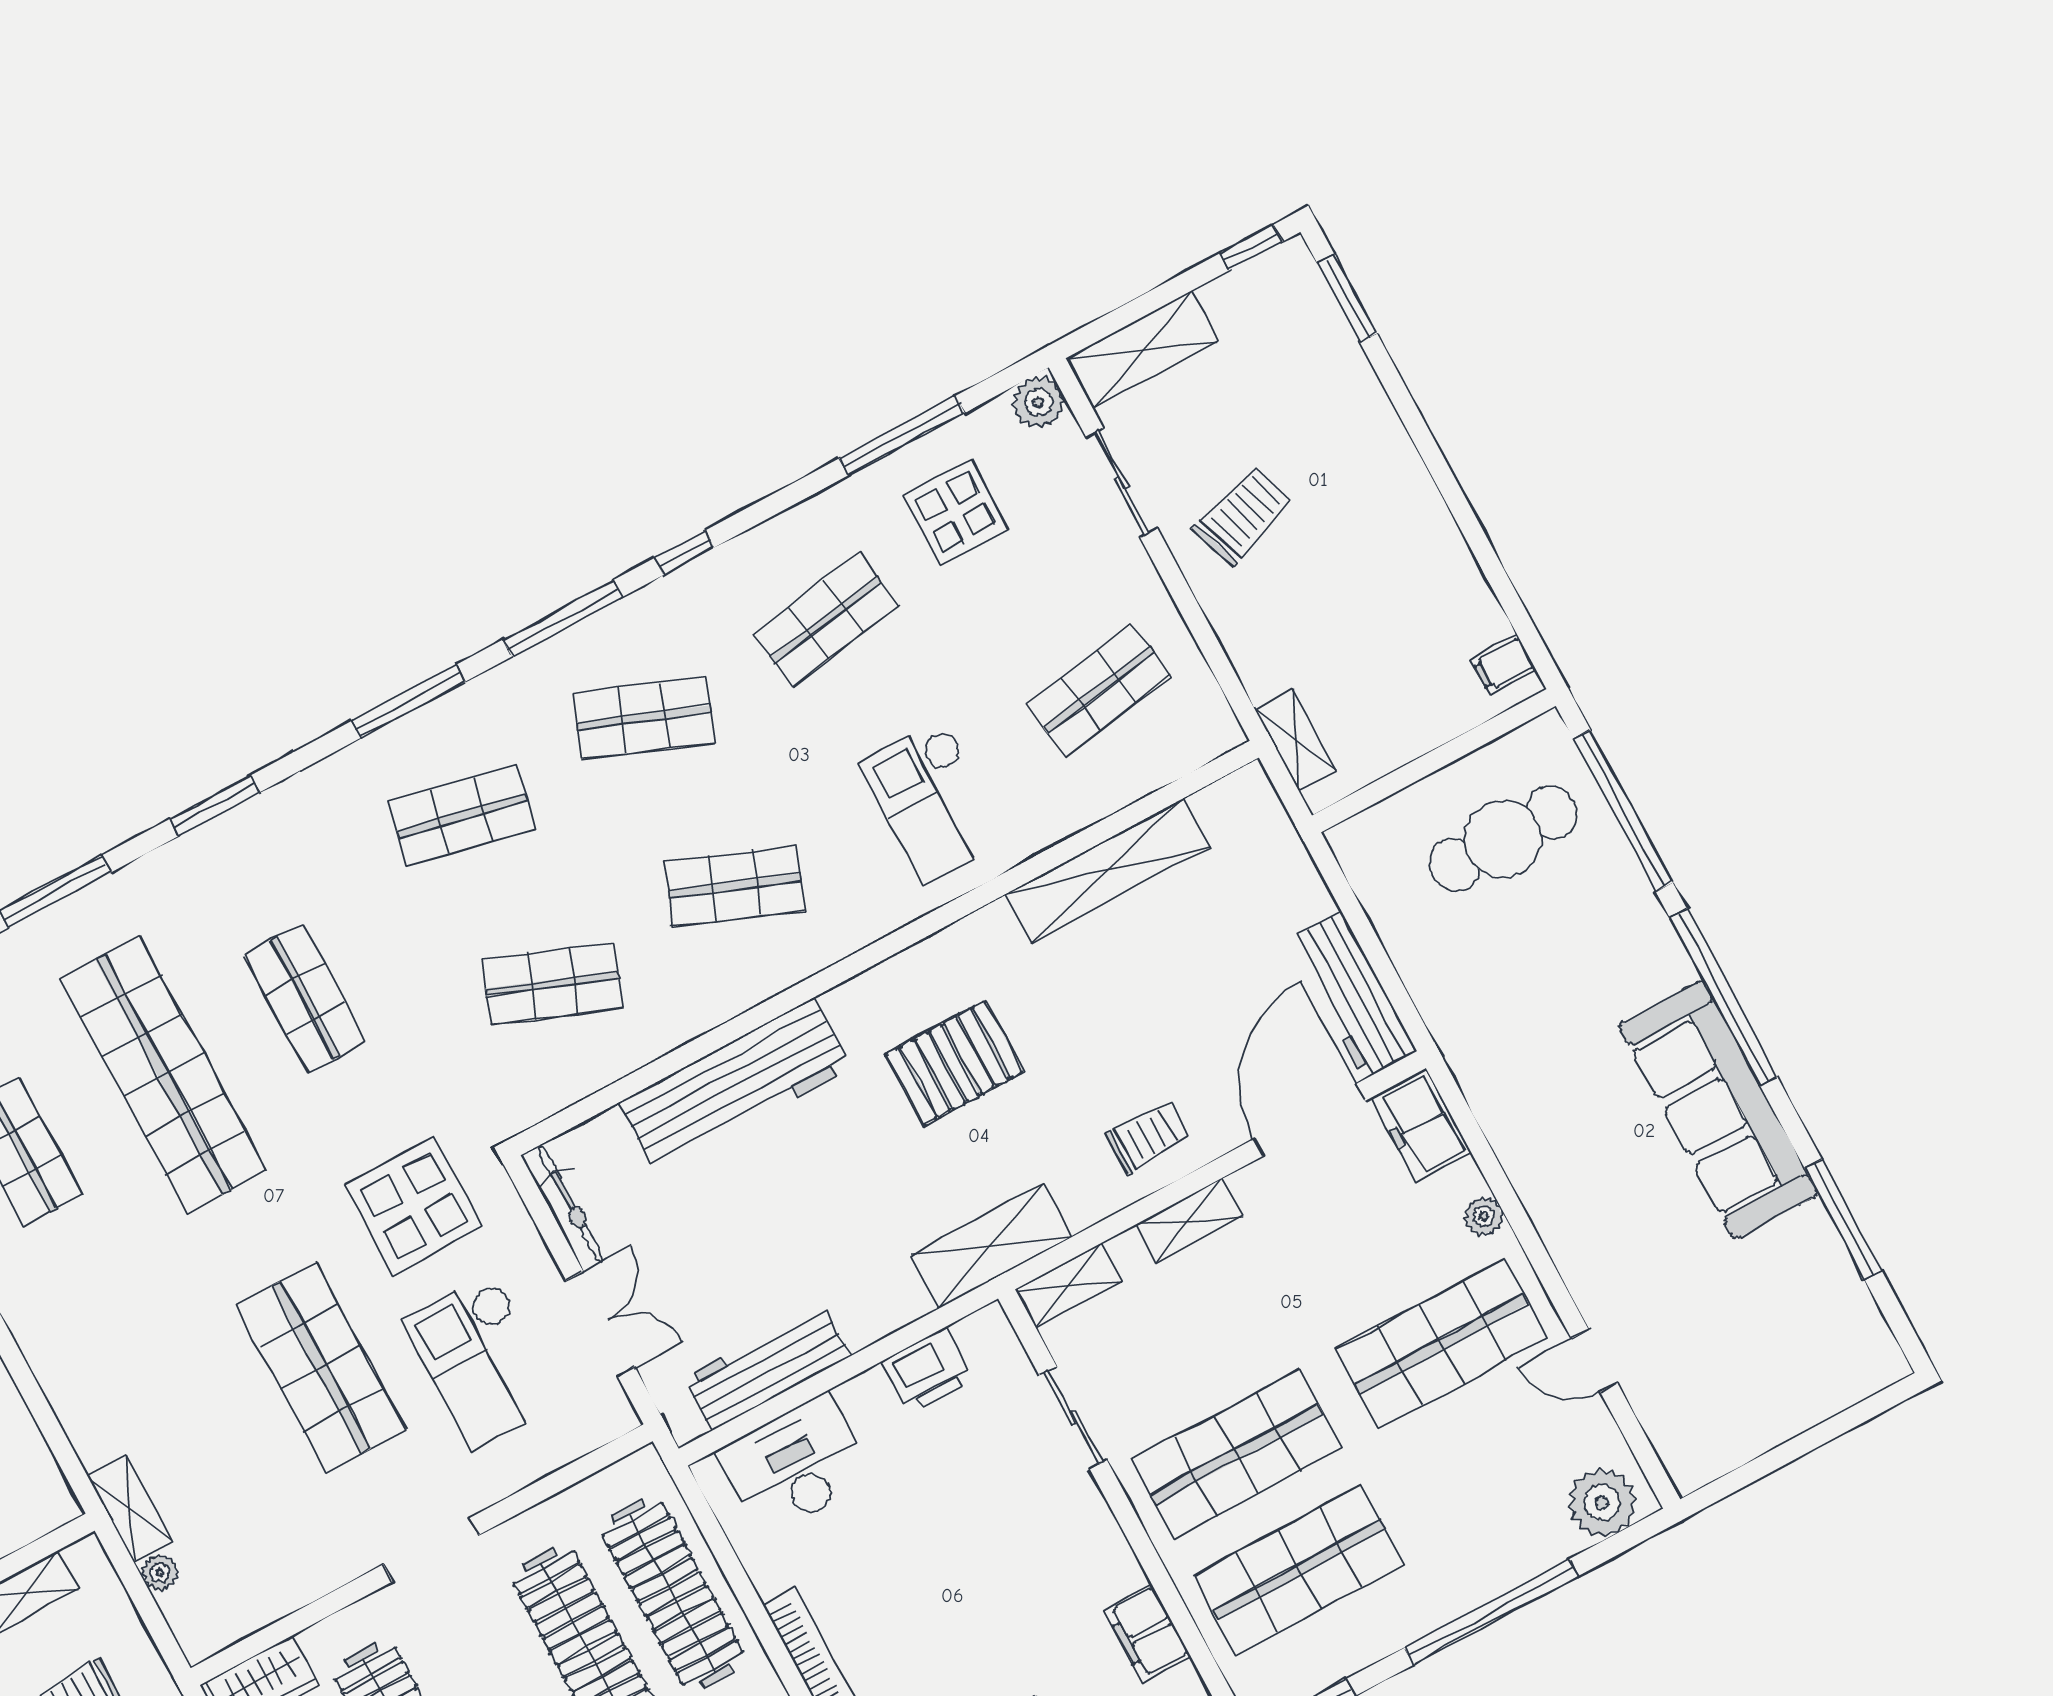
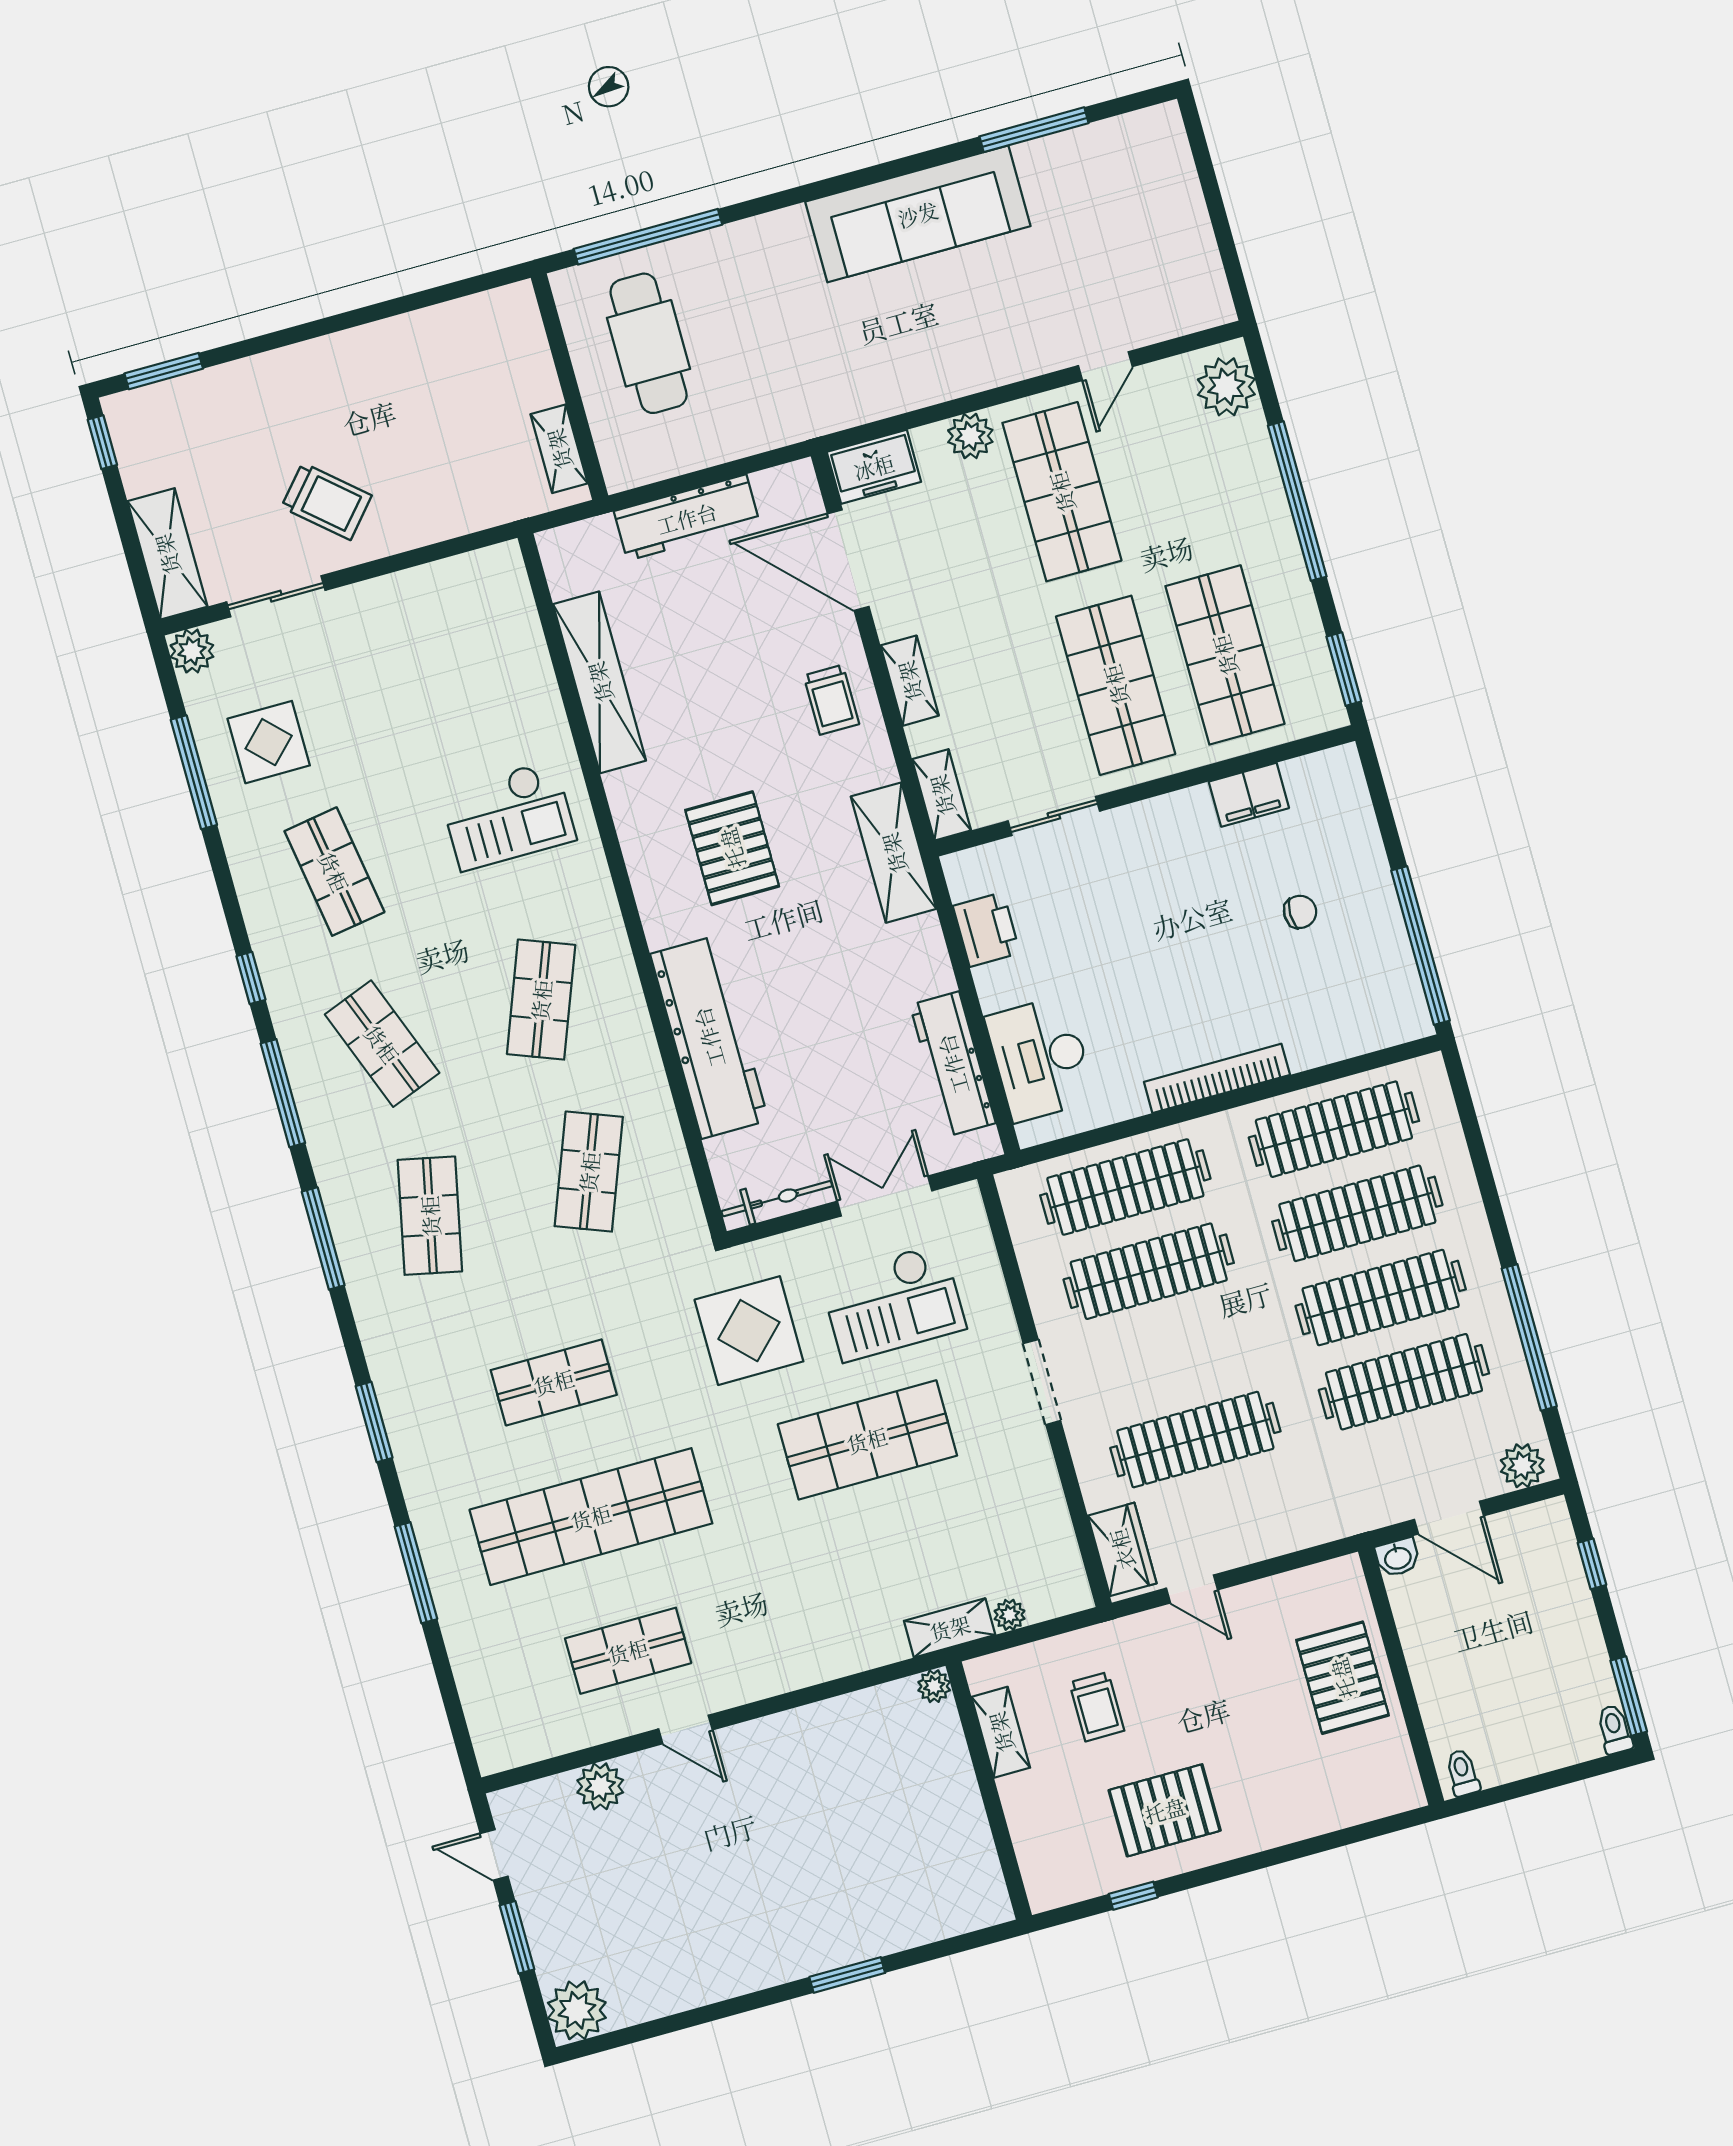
trolley: (1242, 516) -> (326, 501), turned 150
filing cabinet: (1503, 665) -> (502, 310), removed
shop shelf: (1098, 690) -> (446, 656), removed
shop shelf: (644, 718) -> (382, 1044), turned -42
shelving: (1295, 740) -> (559, 449), moved, turned 90
workbench: (1353, 995) -> (687, 518), moved
window: (1723, 997) -> (824, 188), removed
trolley: (1147, 1137) -> (831, 700), turned 180
plant: (1484, 1216) -> (970, 436), width x1.38, depth x1.38
plant: (60, 1506) -> (934, 1686), added

